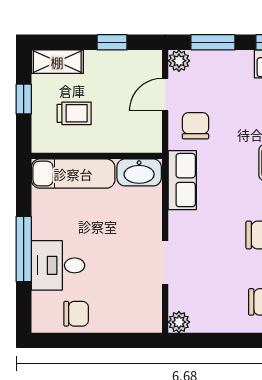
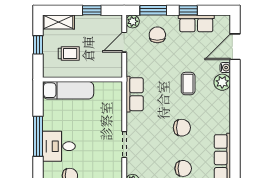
chair: (196, 126) -> (157, 35), moved
washbasin: (139, 172) -> (108, 90), removed

